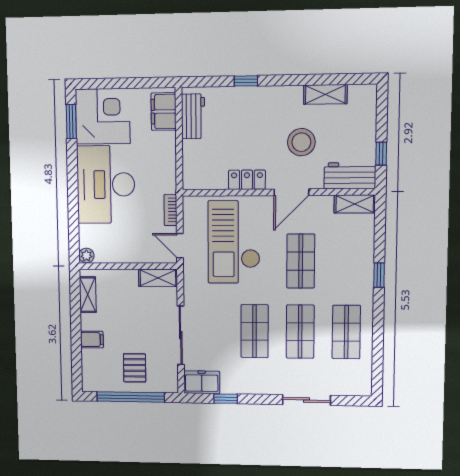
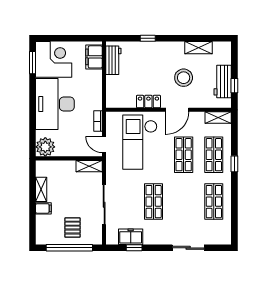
workbench: (350, 176) -> (223, 81), moved, turned -90
plant: (86, 256) -> (45, 147), width x1.87, depth x1.87
shelving: (88, 295) -> (41, 189), moved
shop shelf: (300, 332) -> (214, 155), moved
freezer: (202, 382) -> (131, 237), moved

